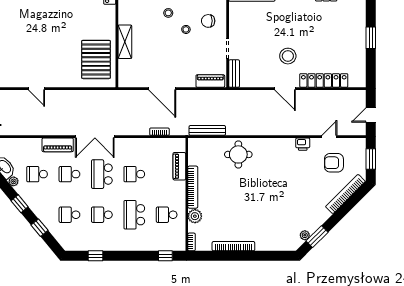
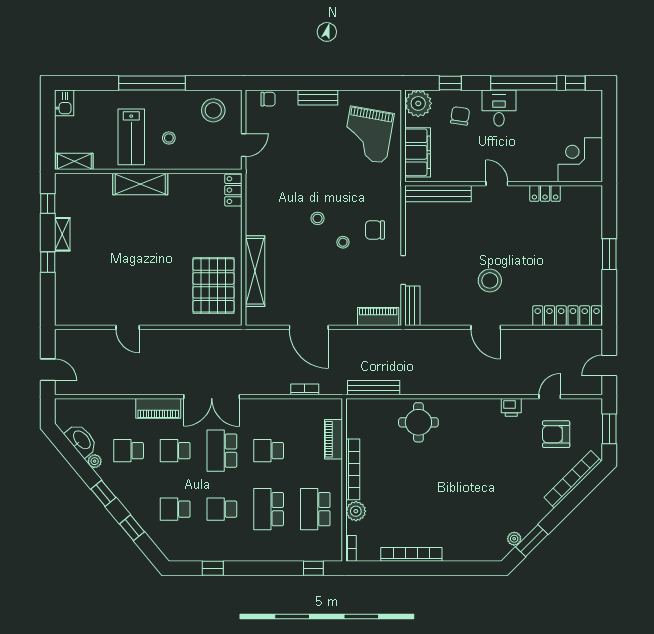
shelving: (125, 42) -> (255, 271), width x1.47
locker: (324, 80) -> (567, 316), moved
school desk: (167, 215) -> (315, 509), width x1.85

